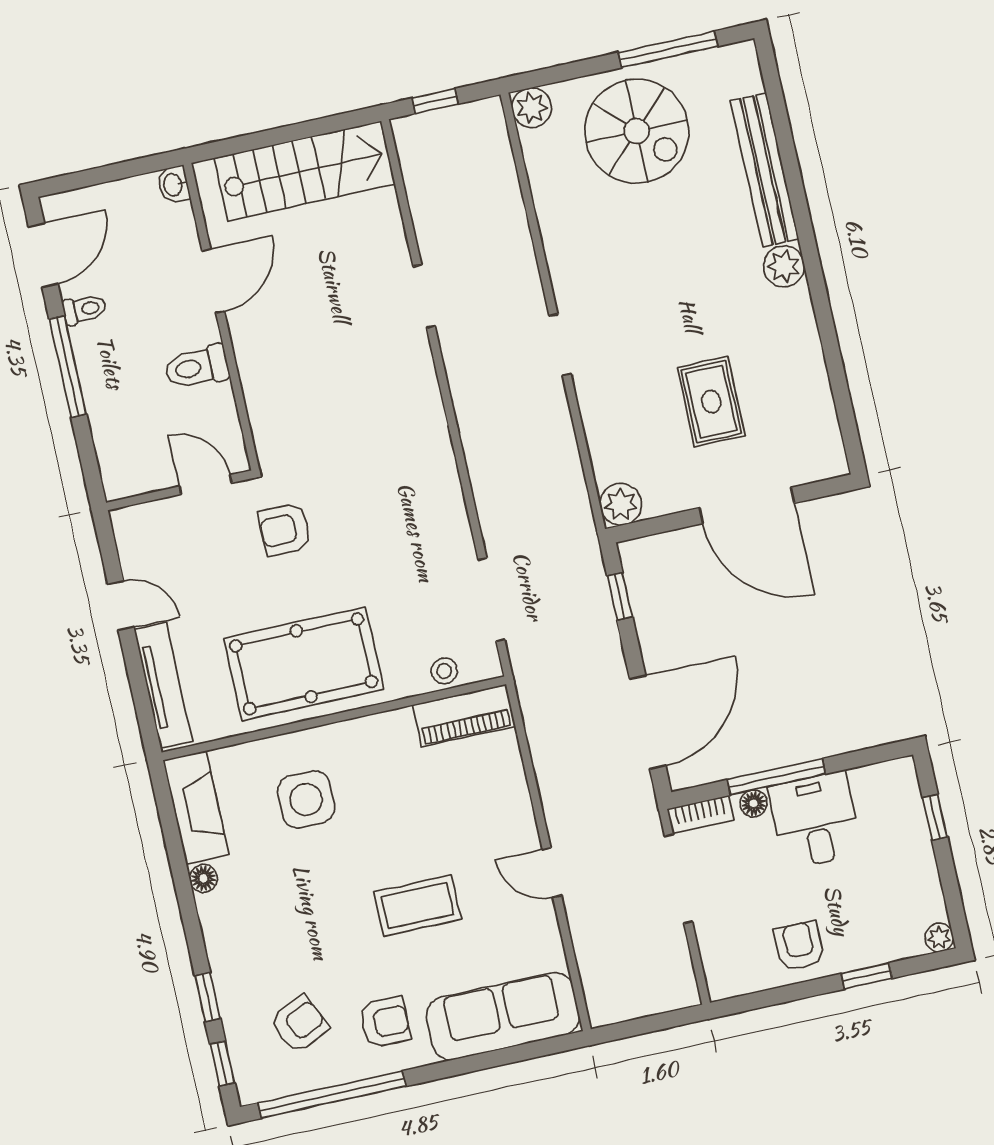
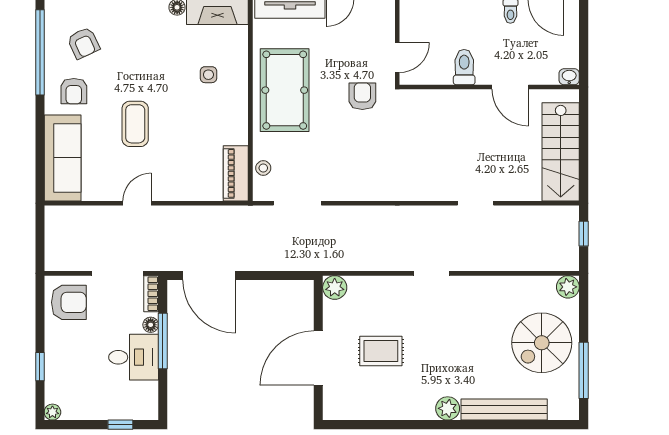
window: (620, 596) -> (283, 276), removed
side table: (306, 799) -> (208, 75), width x0.54, depth x0.54
armchair: (799, 946) -> (69, 302), moved, width x1.38, depth x1.38

